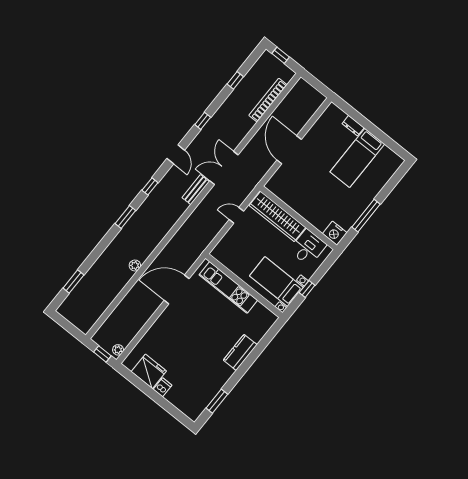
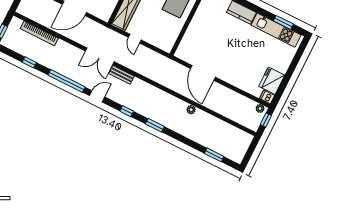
window: (203, 121) -> (67, 81), width x3.17
kitchen unit: (228, 287) -> (276, 30), moved, turned 90
dishwasher: (162, 387) -> (267, 97), moved

